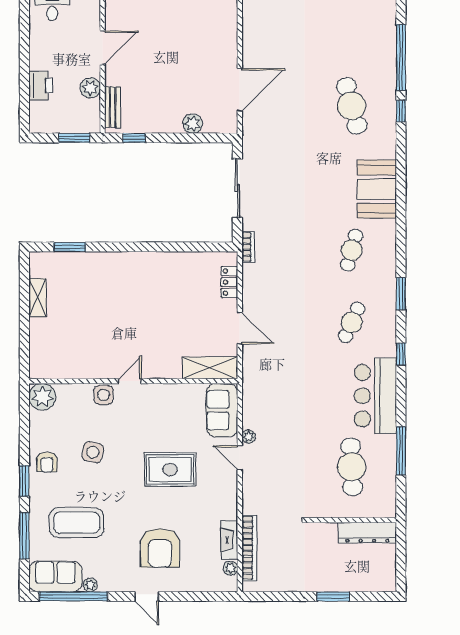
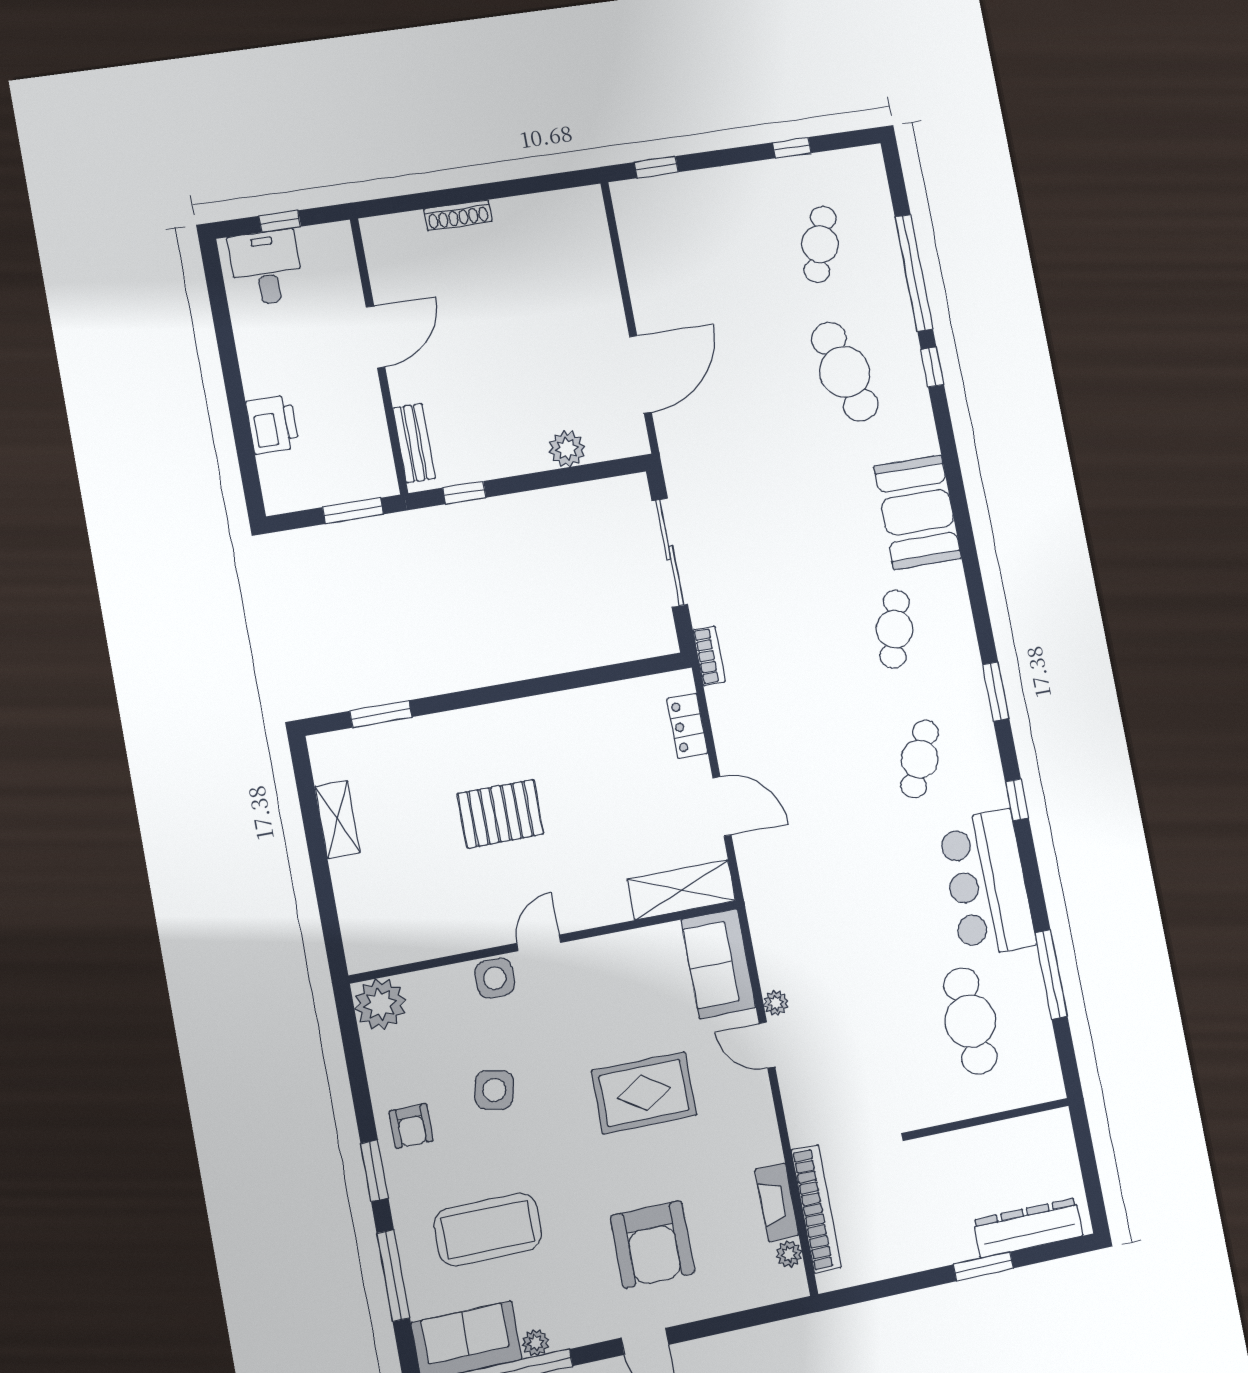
cafe table: (352, 34) -> (820, 244), added
plant: (90, 88) -> (366, 414), removed
pallet: (122, 310) -> (500, 814), added
dresser: (367, 533) -> (1028, 1228), moved, turned 180

